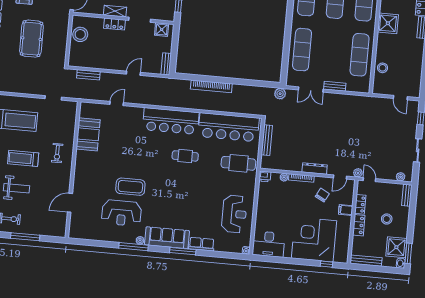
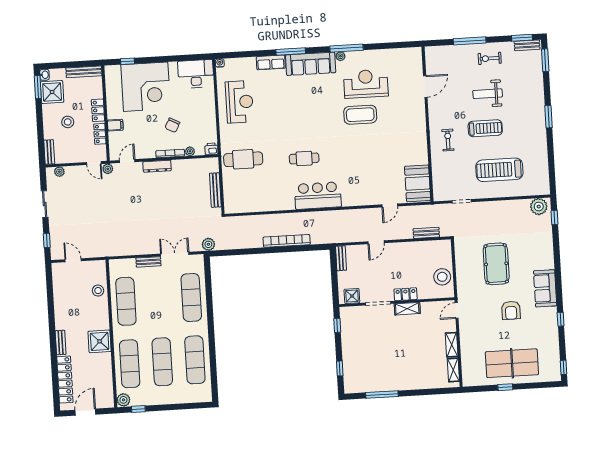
bar counter: (171, 121) -> (318, 196), width x0.73
bar counter: (229, 127) -> (260, 198), removed
booth: (88, 134) -> (418, 183), moved
chair: (322, 195) -> (172, 125), moved
reception desk: (234, 214) -> (239, 102), turned 180

